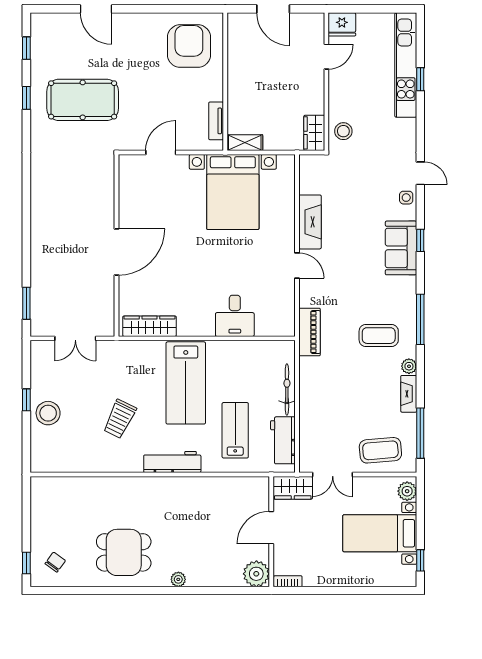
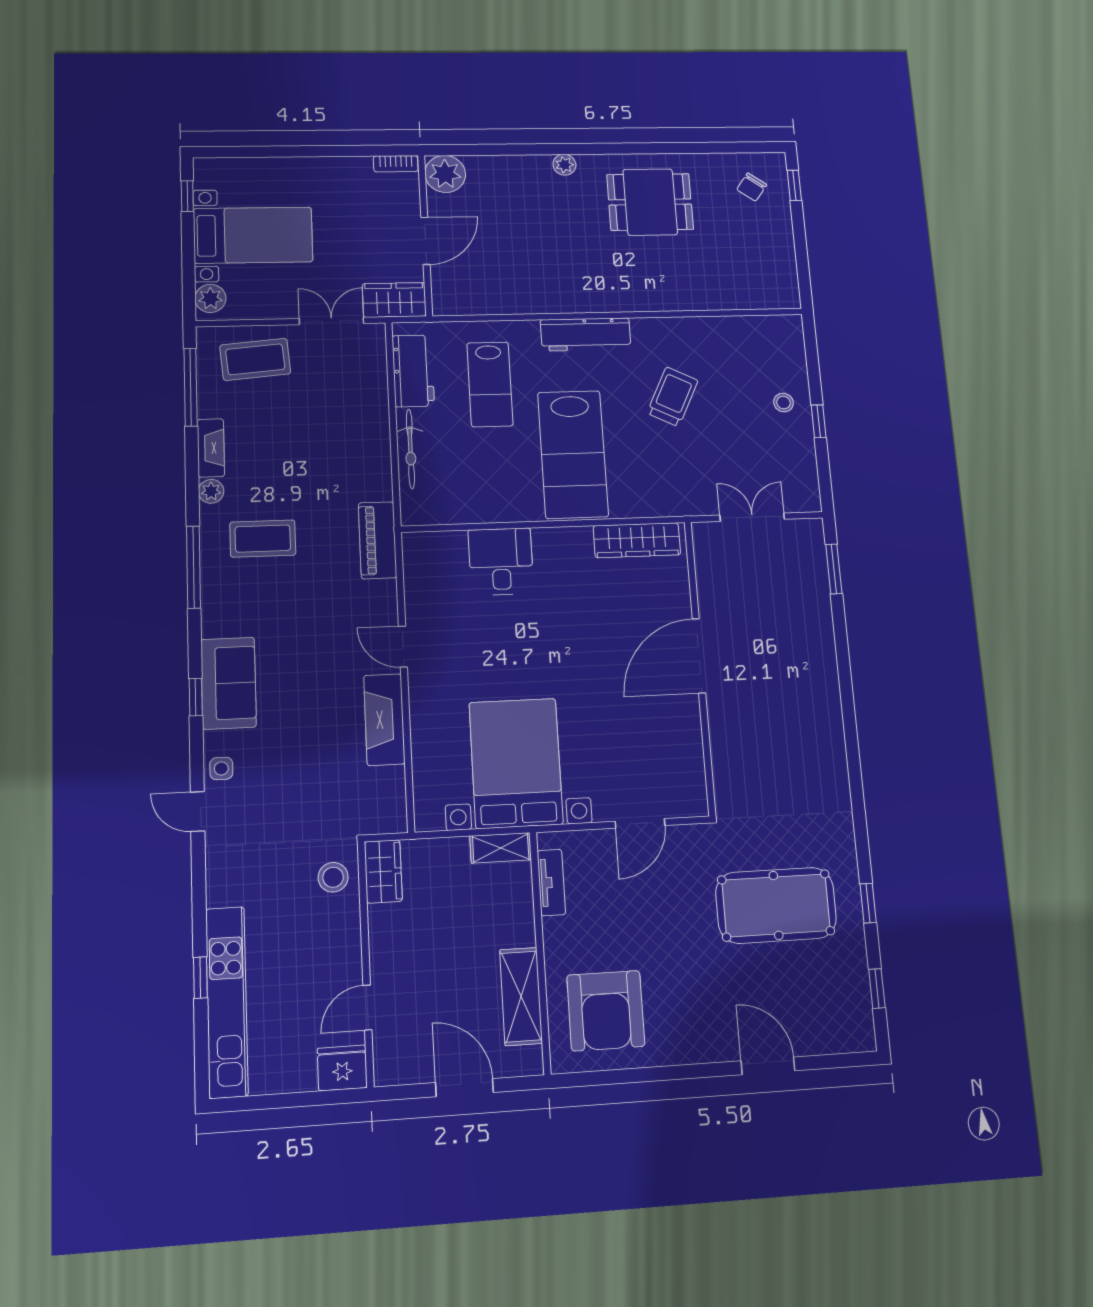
shelving: (238, 57) -> (521, 996), added
lab bench: (186, 383) -> (573, 454), turned 180
stool: (48, 413) -> (783, 403), width x0.53, depth x0.53

